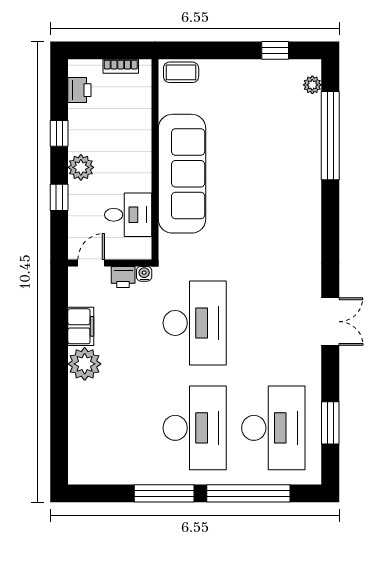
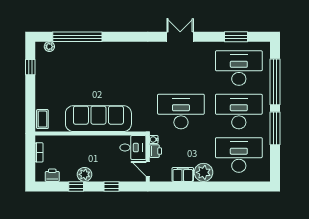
plant: (81, 167) -> (85, 174), moved
desk: (128, 215) -> (133, 148), moved, turned 90
desk: (116, 428) -> (239, 155), added

